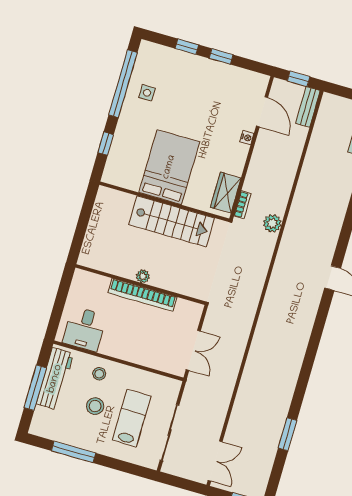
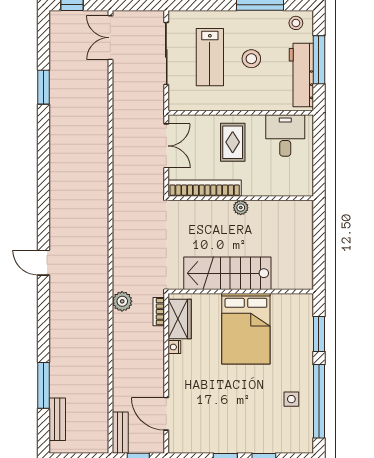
nightstand: (247, 138) -> (174, 347), moved
window: (106, 144) -> (319, 334), width x1.50
bookcase: (142, 295) -> (205, 188), moved
rug: (133, 337) -> (233, 142), added
double door: (193, 350) -> (166, 146), swing flipped
stool: (99, 374) -> (296, 23), moved

